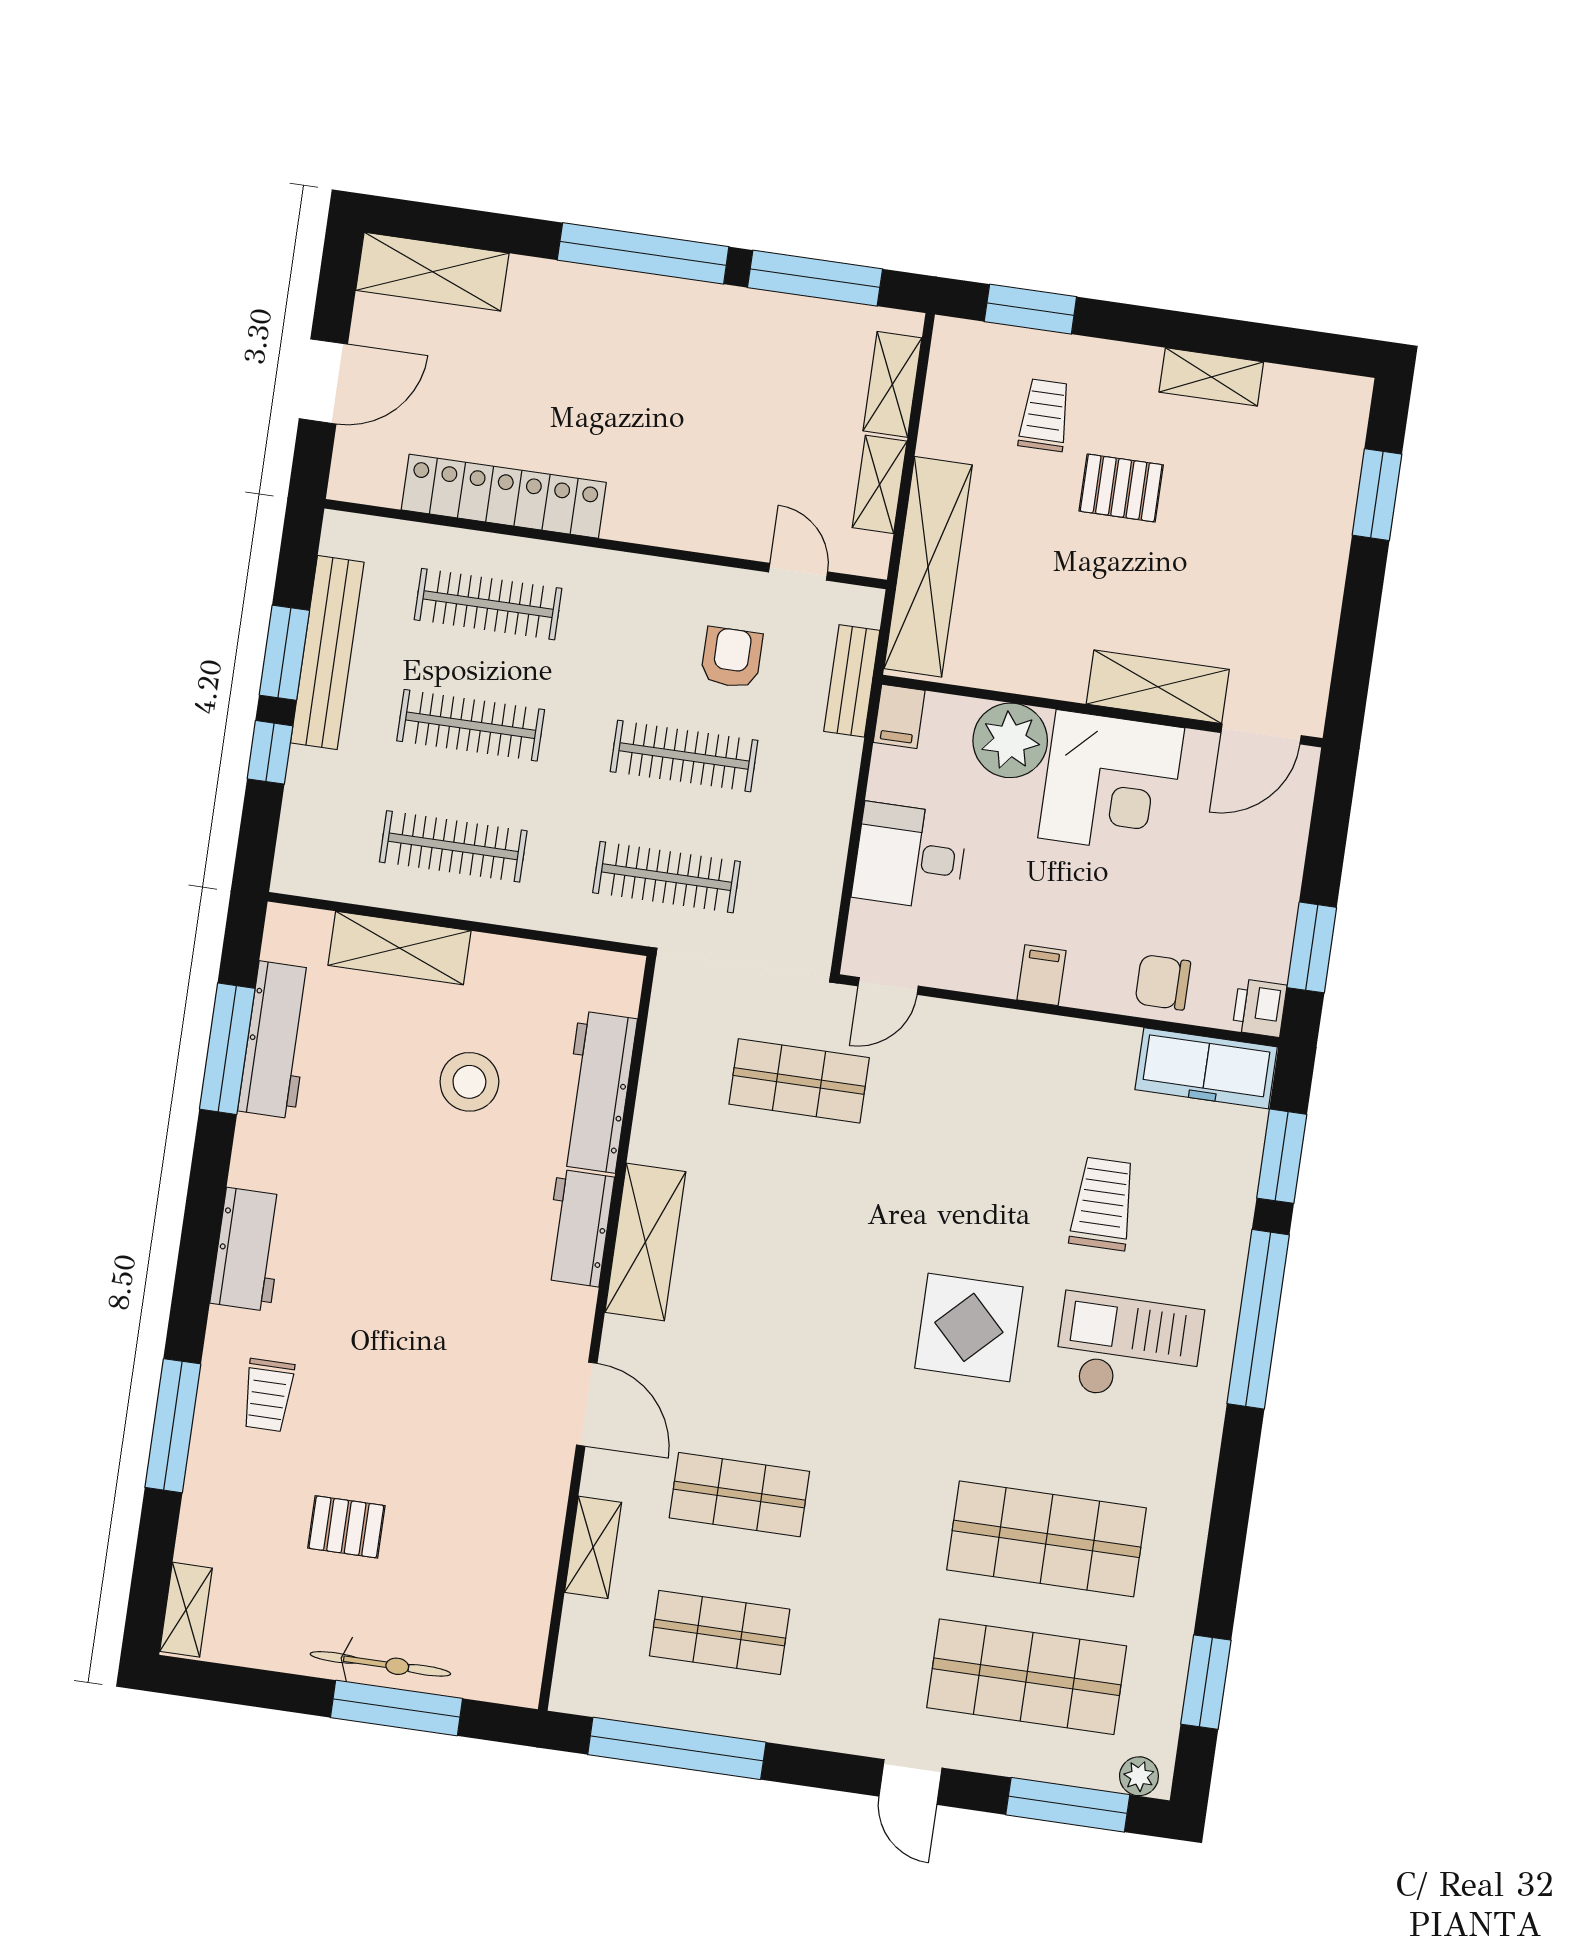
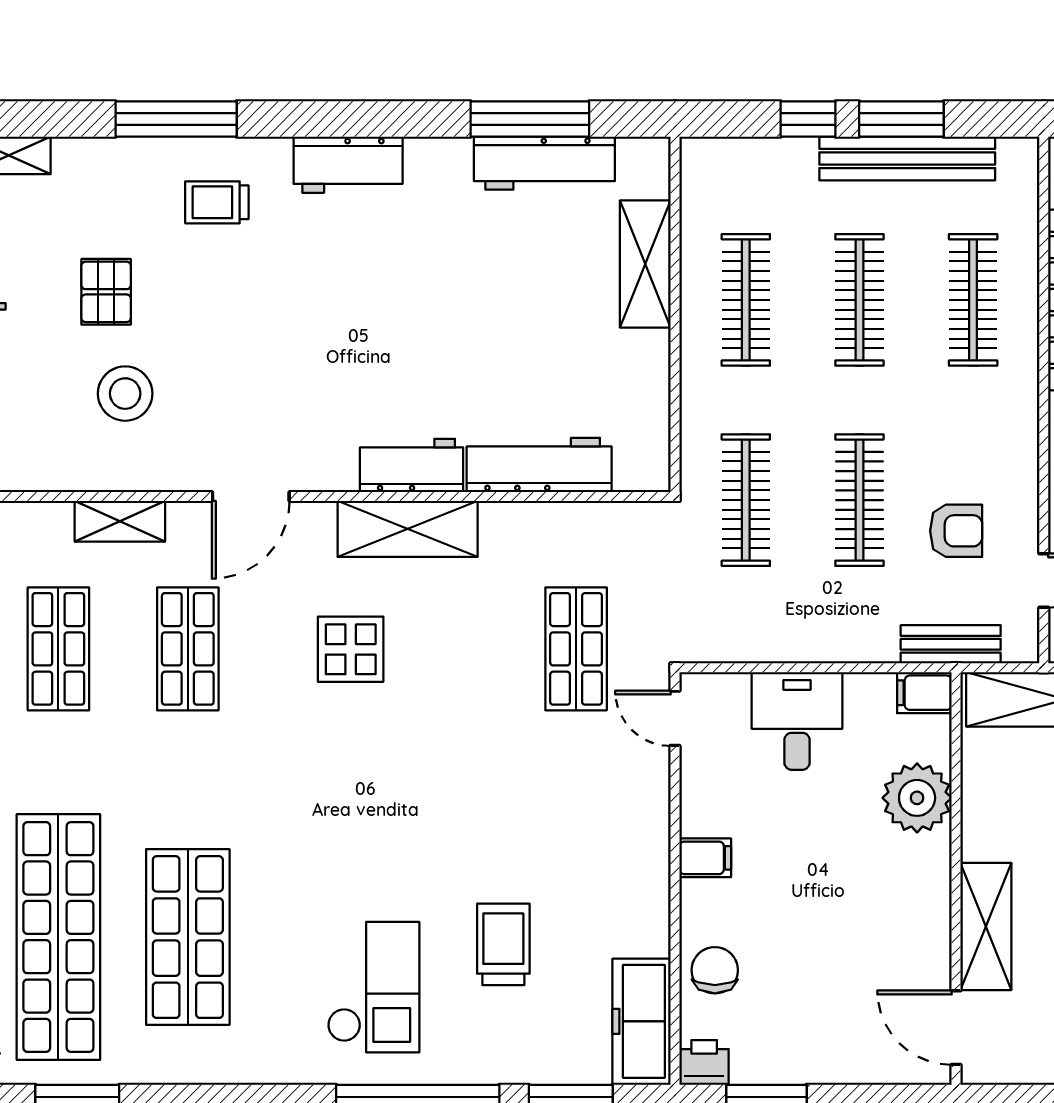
corner desk: (1111, 783) -> (891, 896), removed
stool: (469, 1082) -> (125, 394), moved
trolley: (1103, 1204) -> (503, 944), turned -90
display table: (969, 1327) -> (351, 649), moved, width x0.73, depth x0.73
shop shelf: (1027, 1677) -> (58, 937), width x1.40

